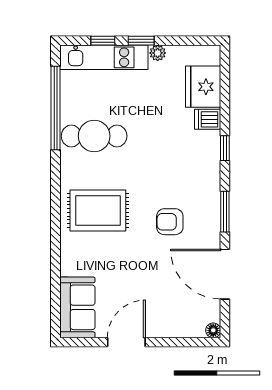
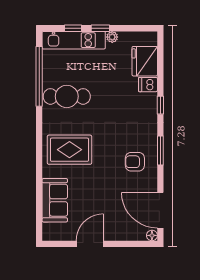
armchair: (170, 222) -> (135, 162), moved
door: (225, 274) -> (160, 210), moved
sofa: (77, 307) -> (55, 200), moved

